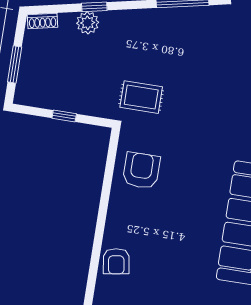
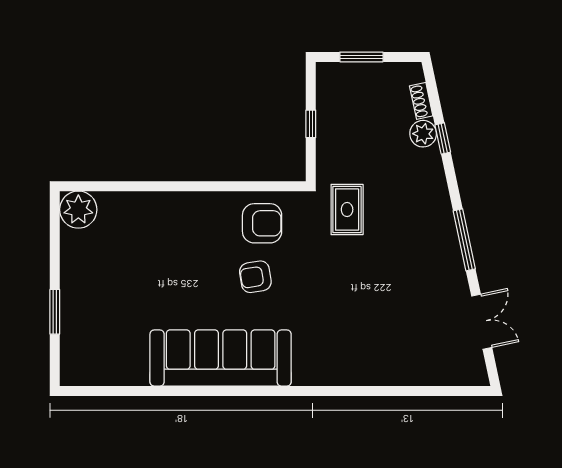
shoe rack: (42, 21) -> (421, 101), moved
armchair: (116, 261) -> (255, 277), moved

